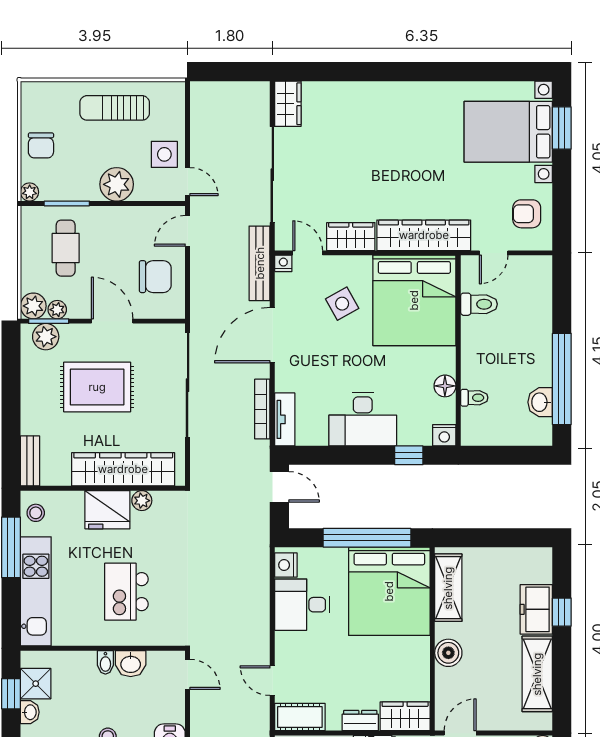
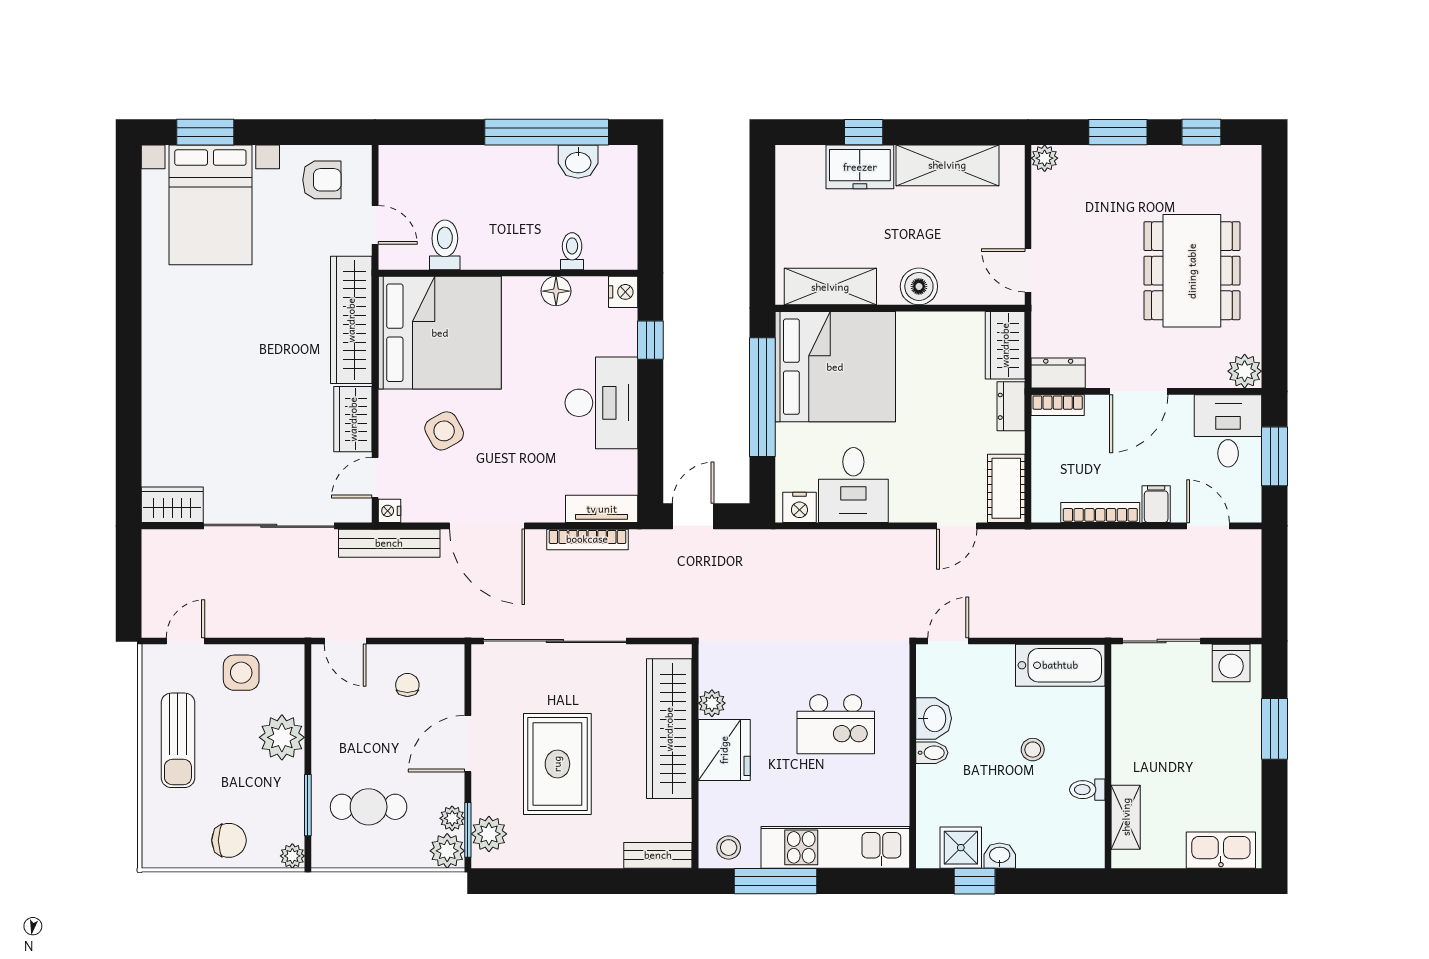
door: (188, 182) -> (185, 641), moved
armchair: (527, 214) -> (322, 180), turned -90
chair: (155, 277) -> (407, 685), width x0.54, depth x0.54

